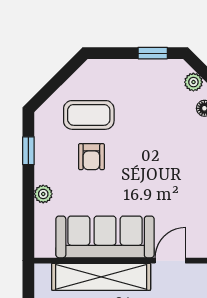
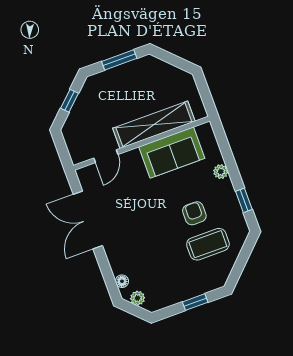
window: (153, 53) -> (195, 302), moved
sofa: (105, 237) -> (172, 152), width x0.73

